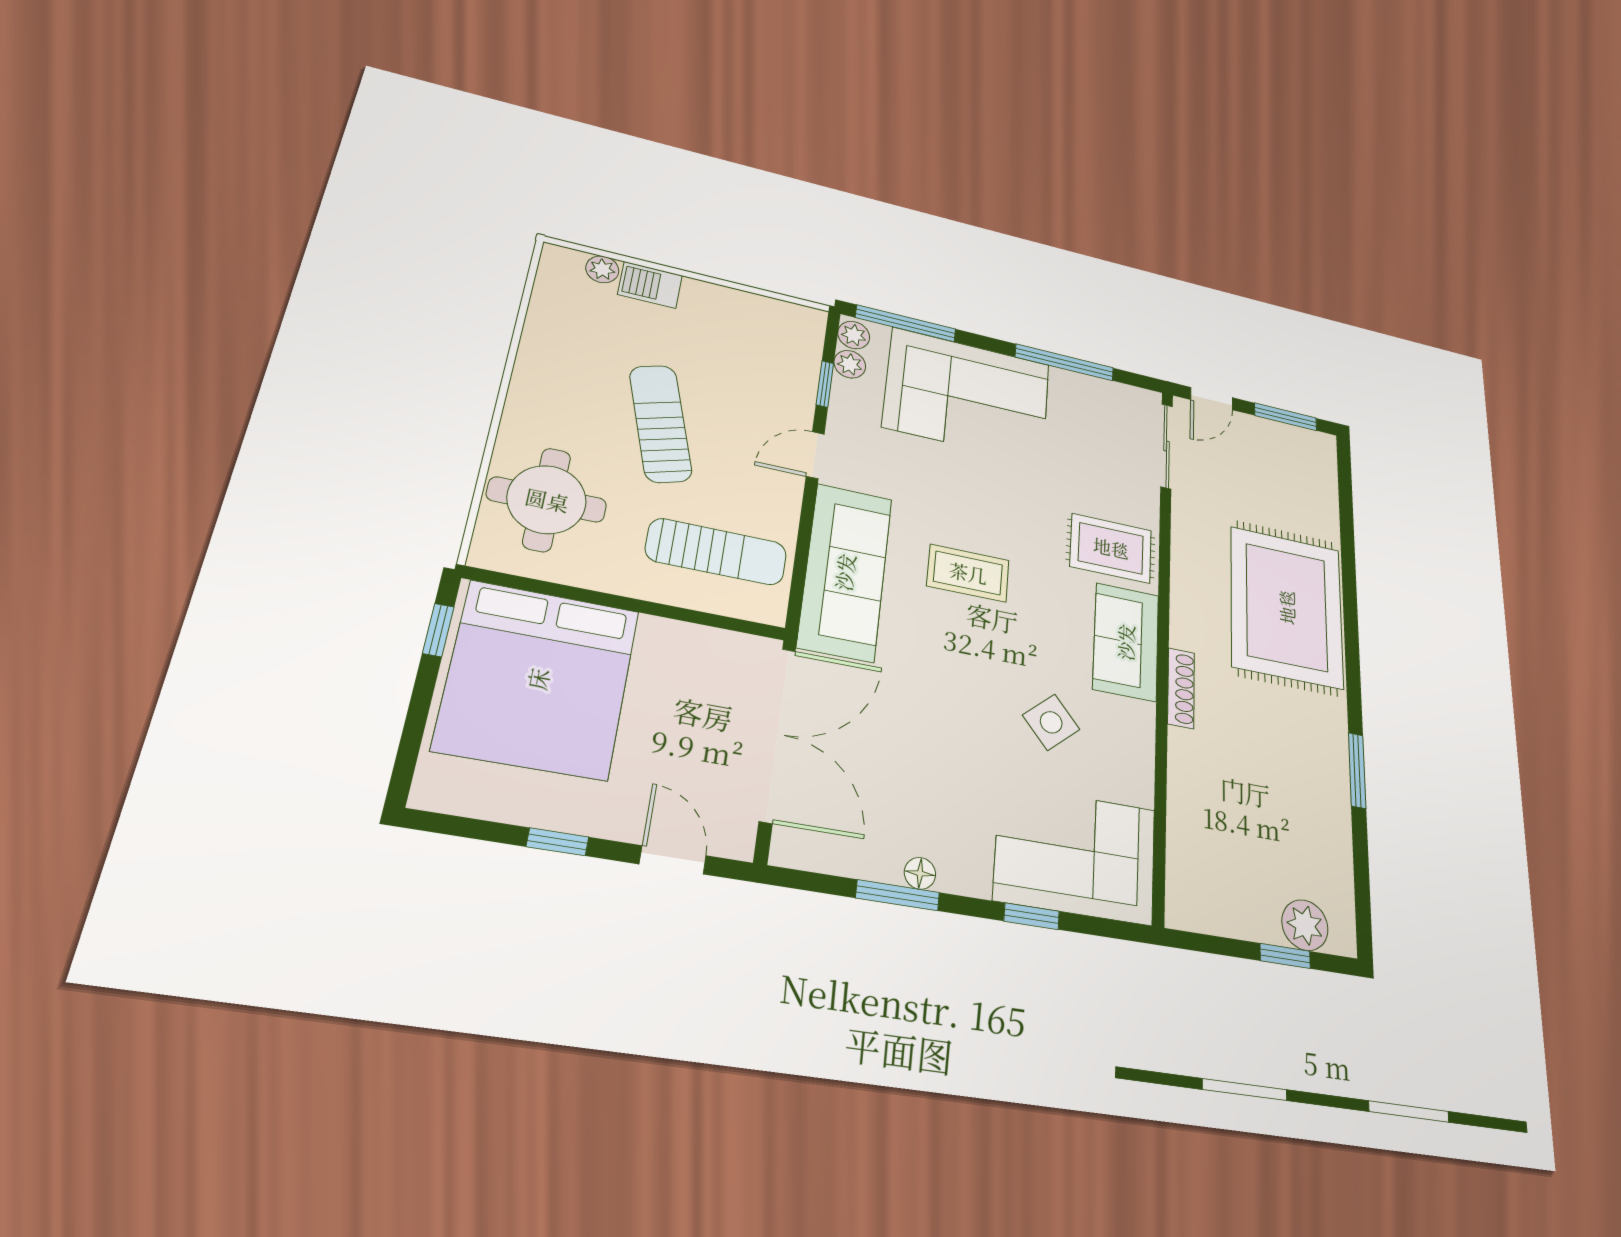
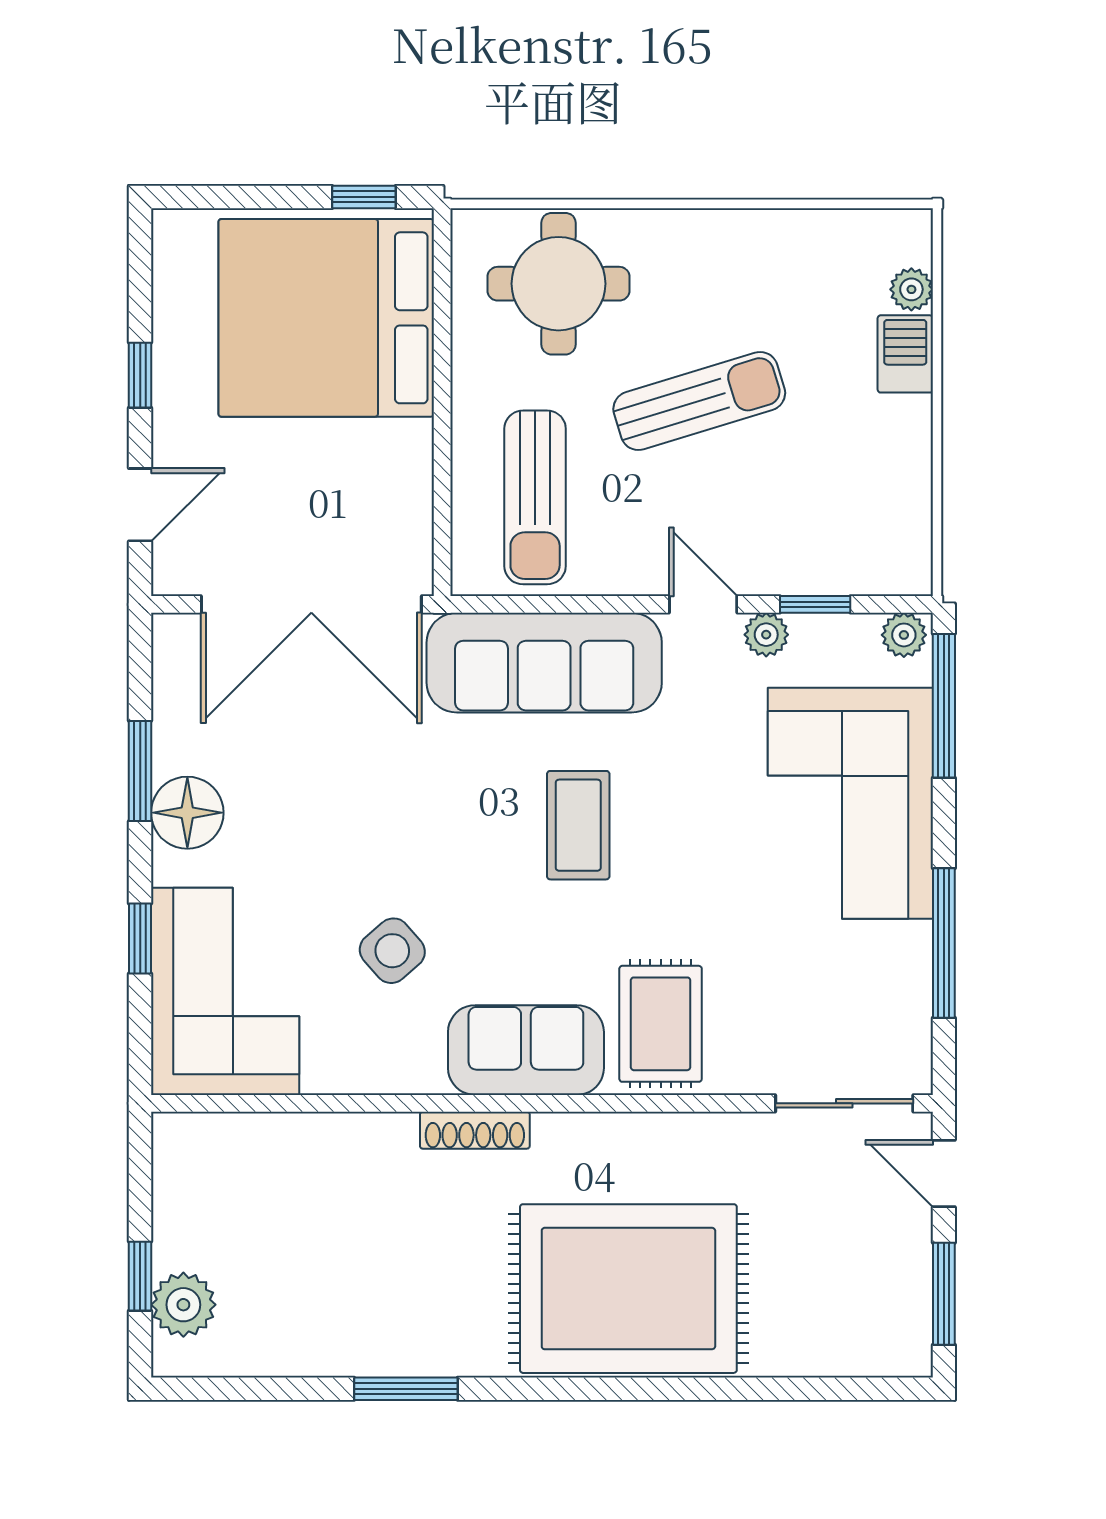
plant: (850, 364) -> (766, 635), moved
floor lamp: (920, 873) -> (187, 813), width x1.89, depth x1.89

